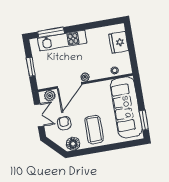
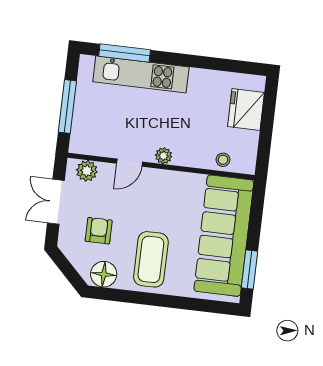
window: (31, 67) -> (67, 106), width x1.44
door: (69, 85) -> (129, 163), width x0.53
double door: (39, 115) -> (56, 202), swing flipped

